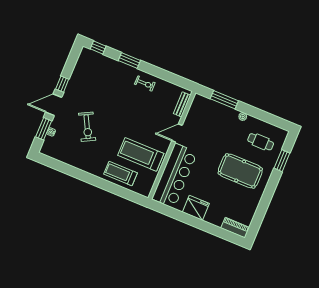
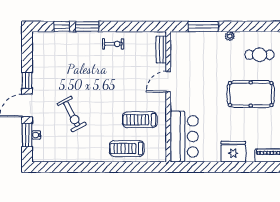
window: (98, 47) -> (62, 26), moved
treadmill: (141, 154) -> (140, 120), width x0.73, depth x0.73
bar counter: (175, 176) -> (184, 136), width x0.73
fridge: (196, 208) -> (233, 152), moved

